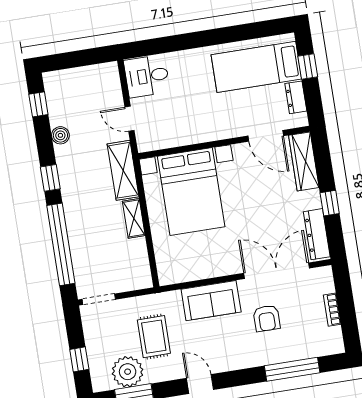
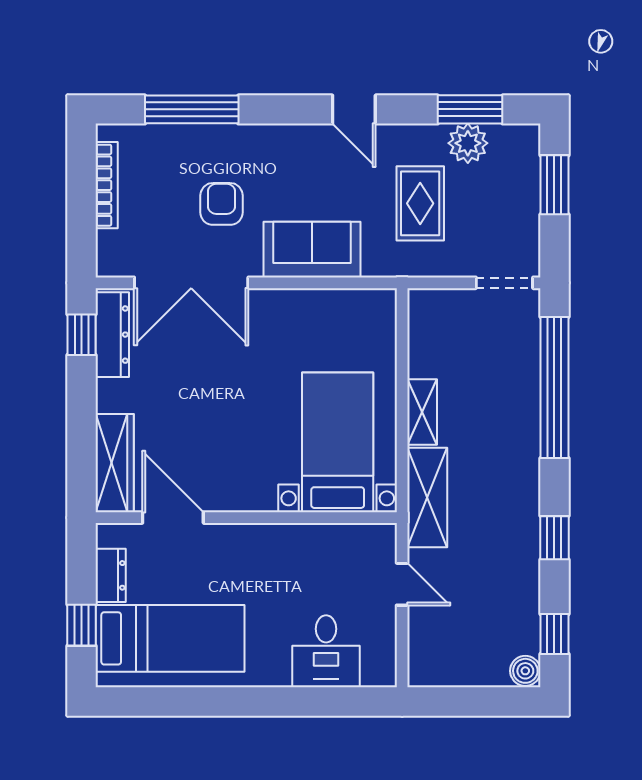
desk: (147, 76) -> (326, 651), moved, turned 90
boiler: (60, 135) -> (525, 671), moved
window: (50, 178) -> (554, 538), moved
bed with nightstands: (191, 192) -> (338, 442), width x0.73
window: (330, 203) -> (82, 335), moved
bookcase: (332, 310) -> (107, 185), width x1.56
window: (79, 359) -> (554, 185), width x1.50
plant: (128, 372) -> (468, 143), width x0.73, depth x0.73

